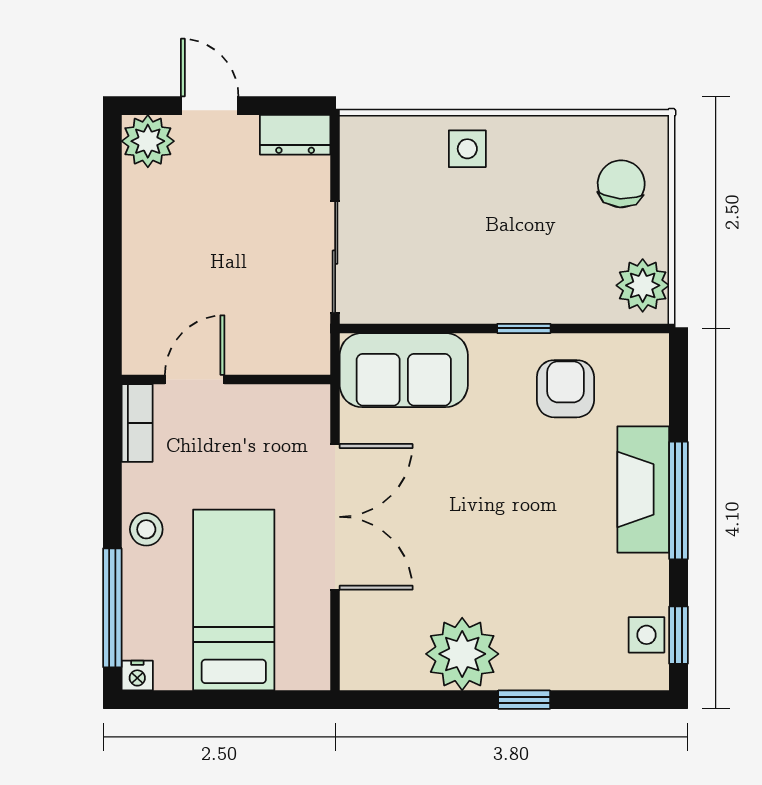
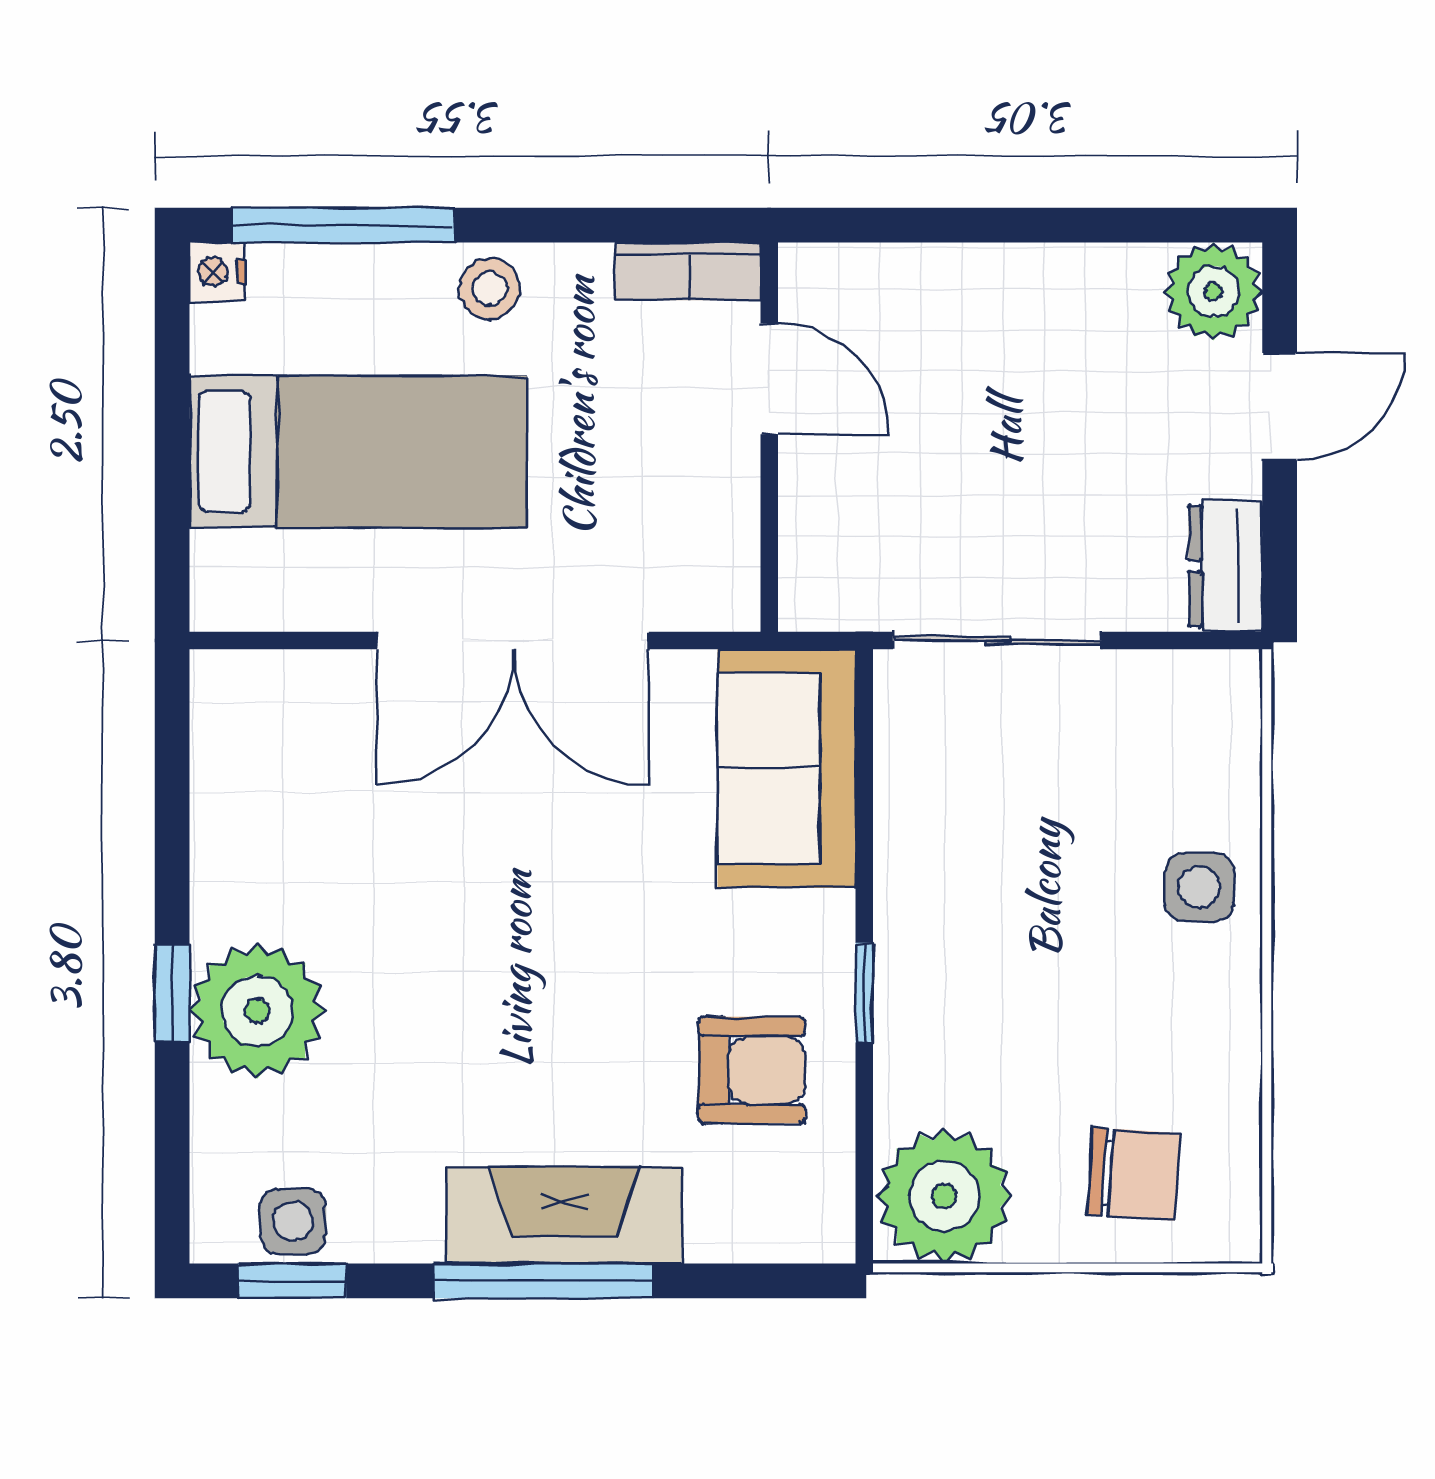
plant: (643, 285) -> (944, 1196), width x1.36, depth x1.36
plant: (462, 654) -> (257, 1011), moved

